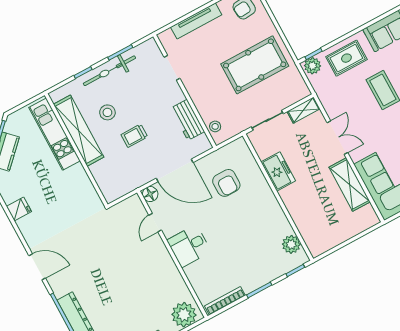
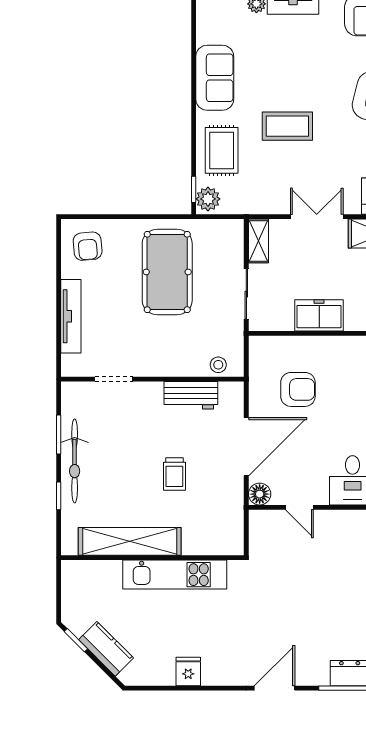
stool: (107, 112) -> (126, 492), removed
kitchen unit: (54, 134) -> (175, 575), moved

